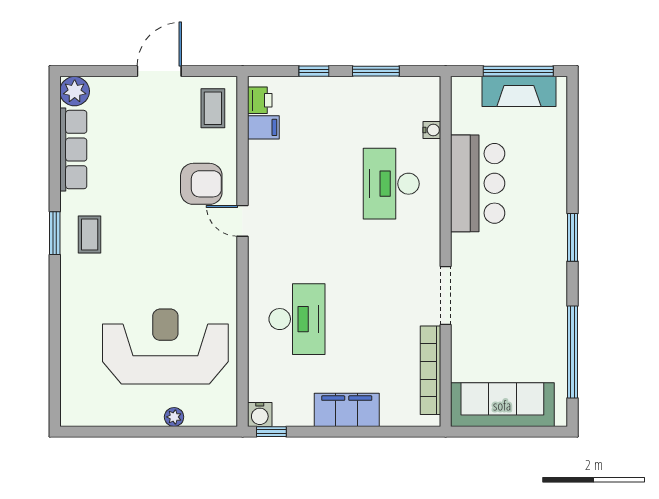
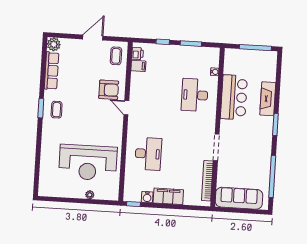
fireplace: (519, 91) -> (268, 99), moved, turned 90
reception desk: (165, 347) -> (88, 163), turned 180
water cooler: (260, 414) -> (147, 197), moved

